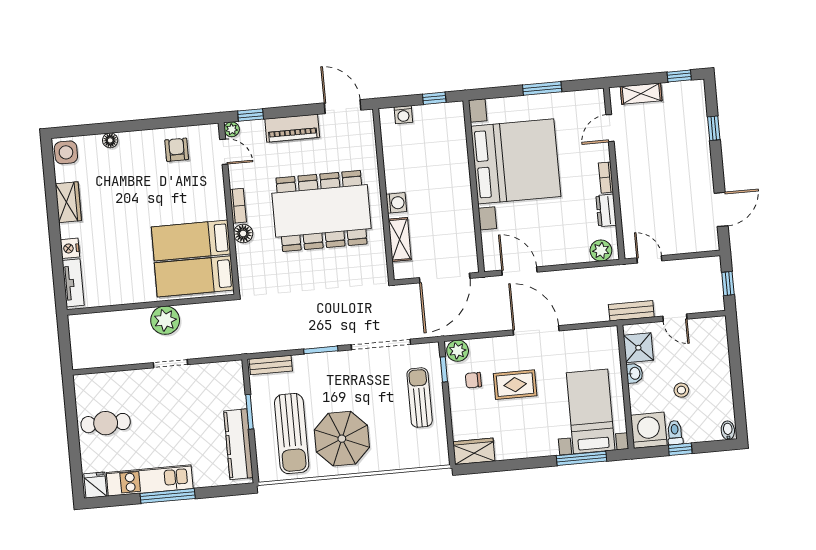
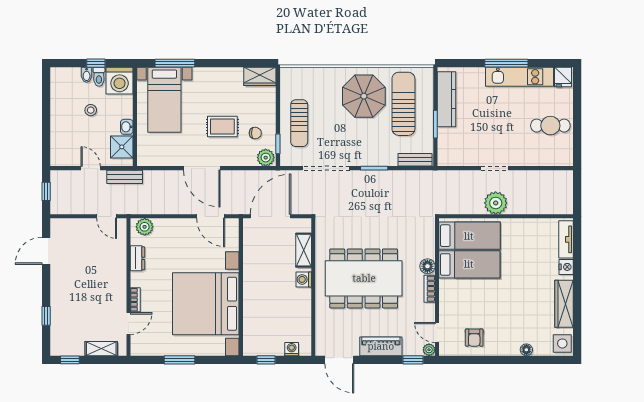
bookcase: (606, 178) -> (135, 300), moved
wardrobe: (68, 202) -> (564, 304), width x1.50
bidet: (728, 430) -> (87, 75), moved

